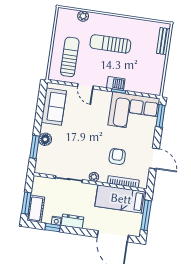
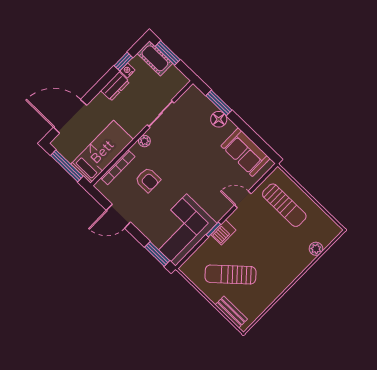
sun lounger: (110, 44) -> (230, 274), moved, turned -132

